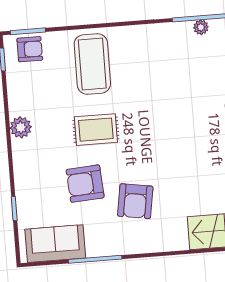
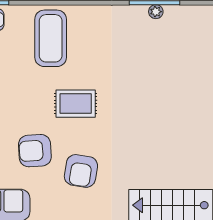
rug: (96, 130) -> (76, 104), moved

